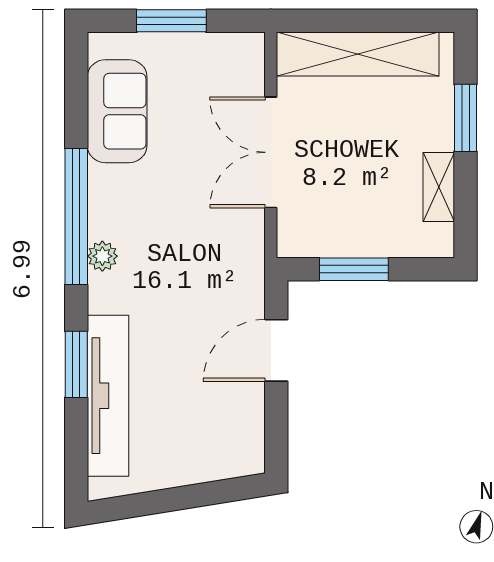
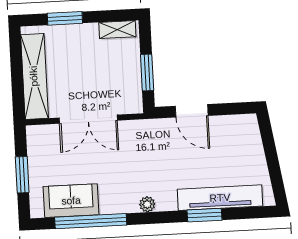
shelving: (439, 187) -> (117, 30), moved
window: (76, 216) -> (91, 221), moved

